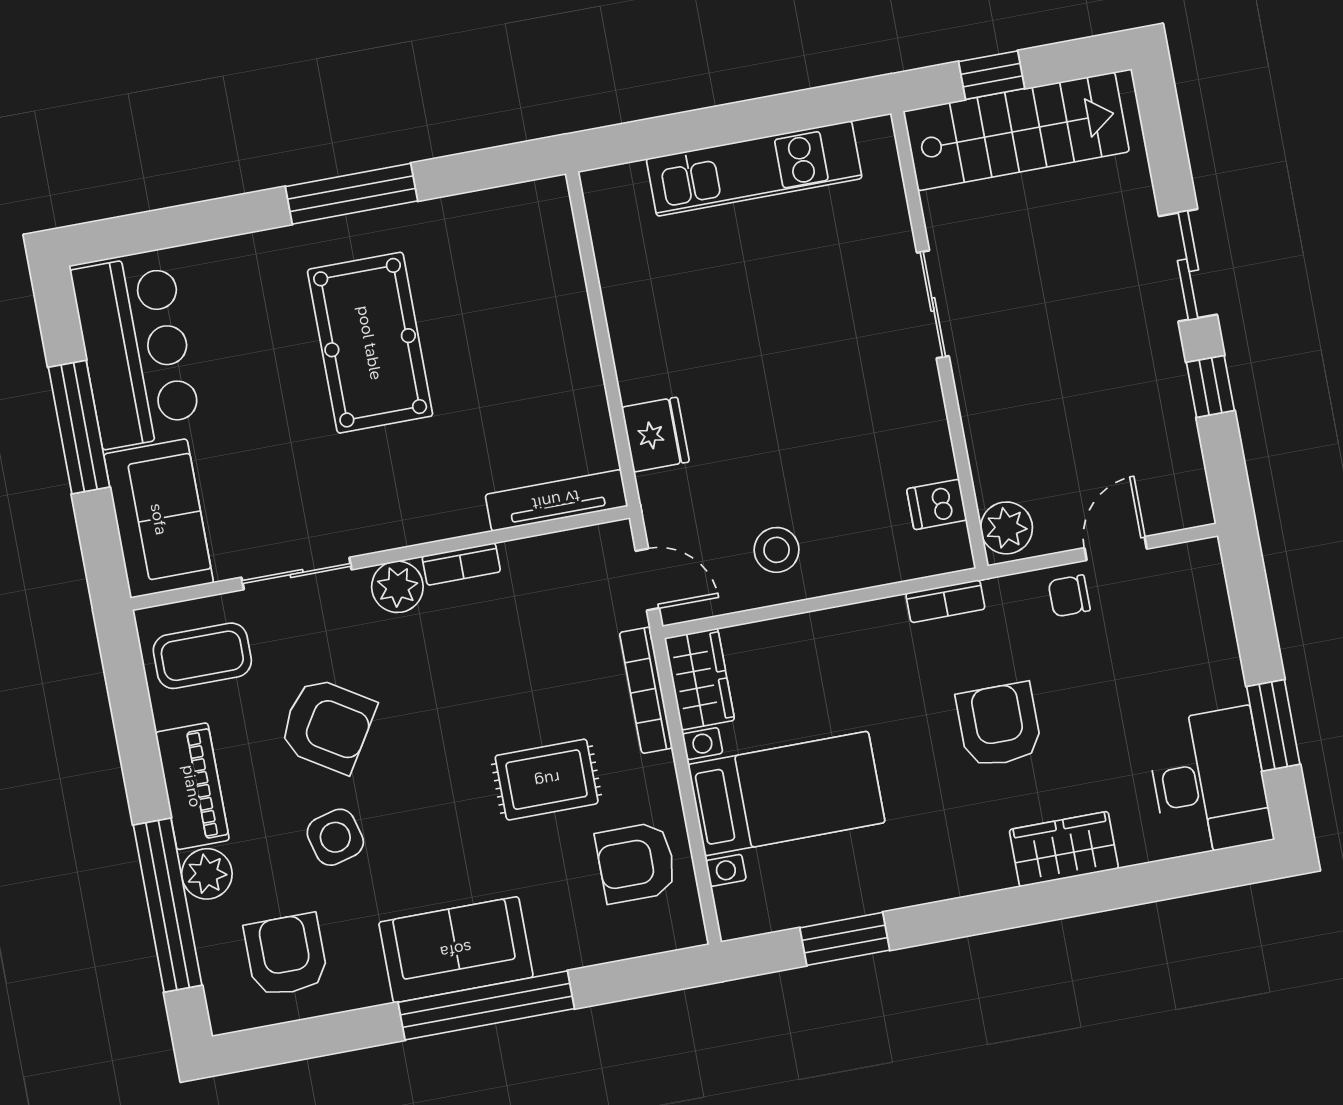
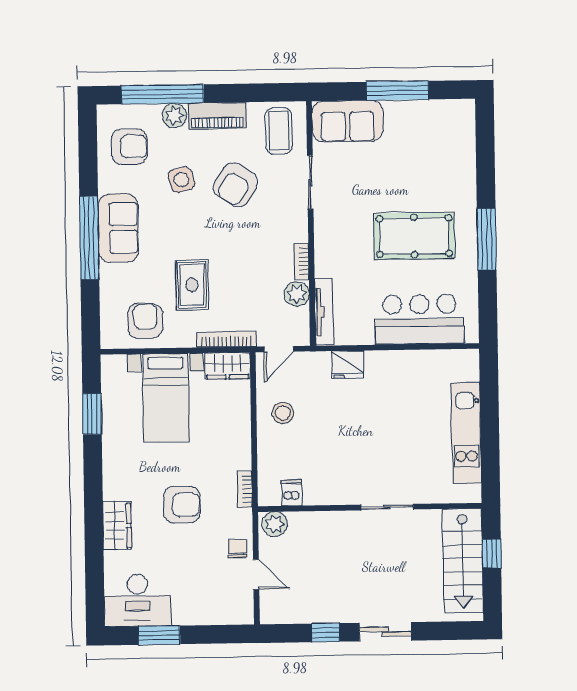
bar counter: (136, 351) -> (420, 319), moved, turned 180
plant: (397, 587) -> (297, 294), moved

